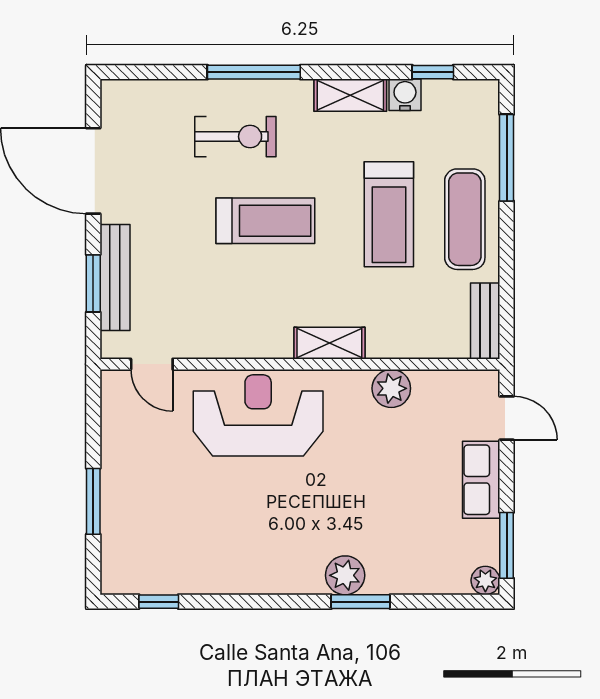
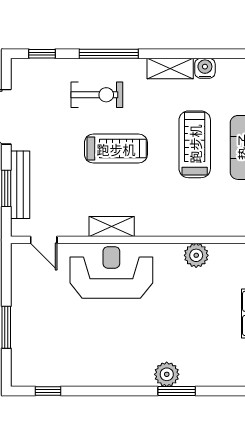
window: (433, 72) -> (42, 54), moved
treadmill: (389, 214) -> (195, 144), turned 180
shelving: (329, 343) -> (112, 226), moved

